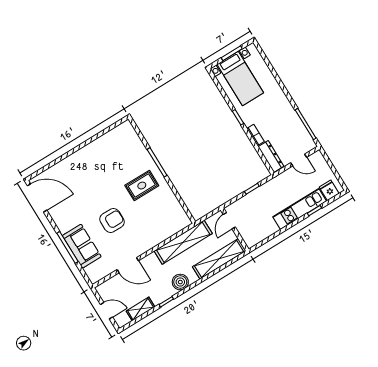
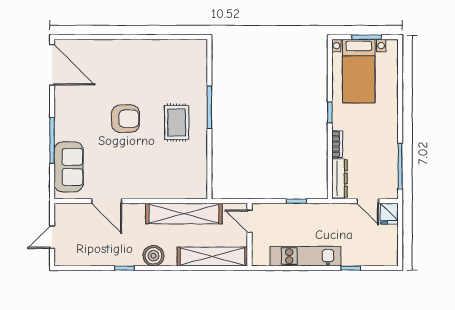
rug: (142, 186) -> (177, 122), turned 90
fridge: (329, 190) -> (389, 214), moved, turned 180
kitchen unit: (300, 209) -> (305, 256), moved
armchair: (112, 221) -> (126, 119), moved
door: (229, 221) -> (250, 221), hinge flipped
sofa: (82, 246) -> (69, 167), moved
shelving: (140, 309) -> (91, 258), removed
door: (107, 311) -> (52, 237), swing flipped

